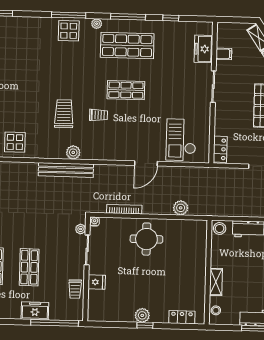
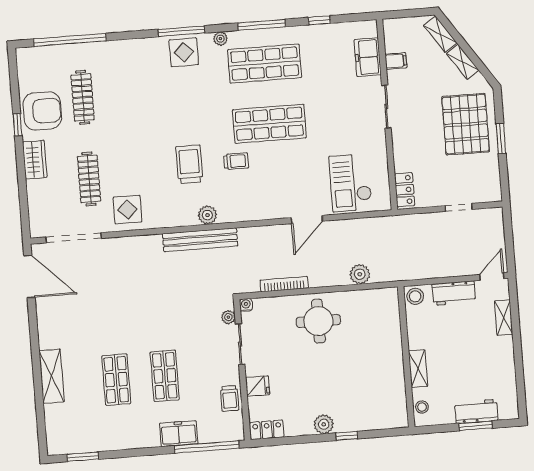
shop shelf: (126, 90) -> (269, 124), width x1.43, depth x1.36
locker: (182, 317) -> (267, 430), moved
window: (145, 325) -> (347, 436), moved

